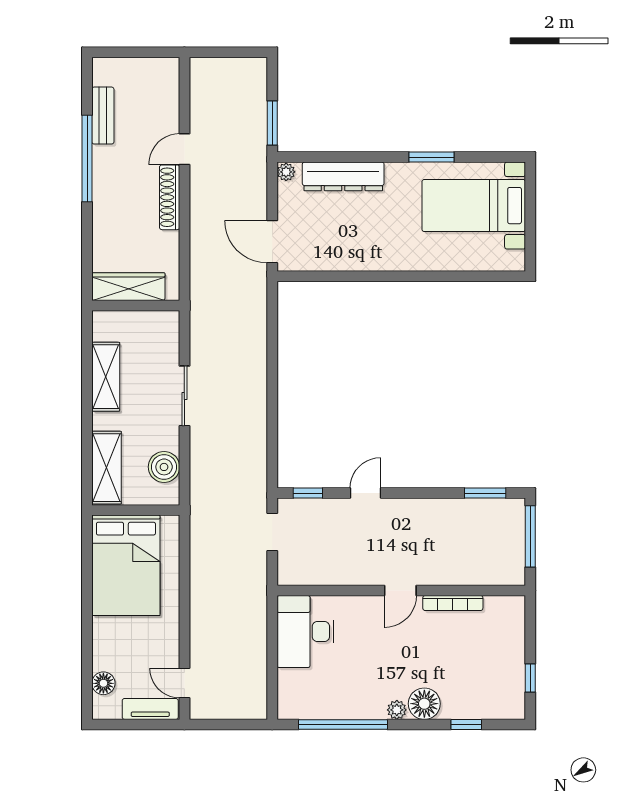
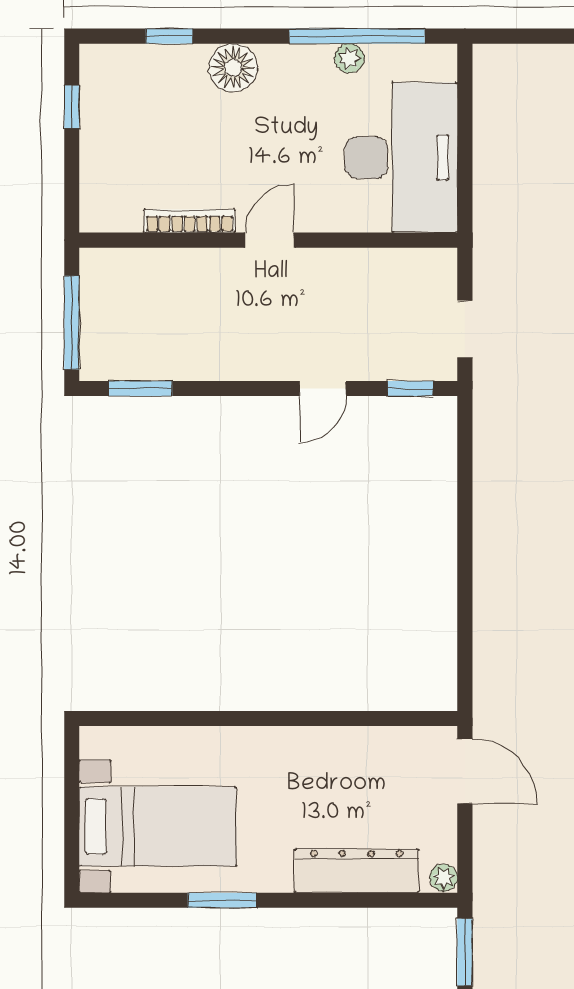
desk: (305, 632) -> (401, 157), width x1.36, depth x1.30
plant: (397, 710) -> (349, 58), moved

